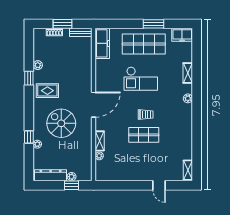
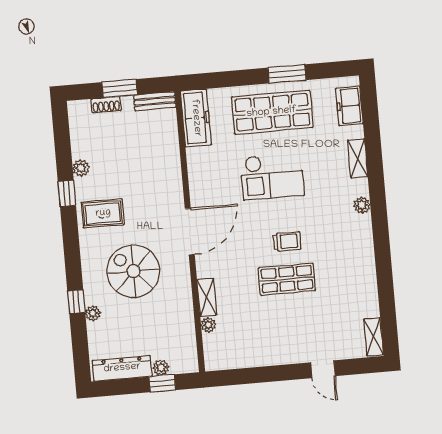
freezer: (182, 35) -> (349, 106), moved, turned 90

